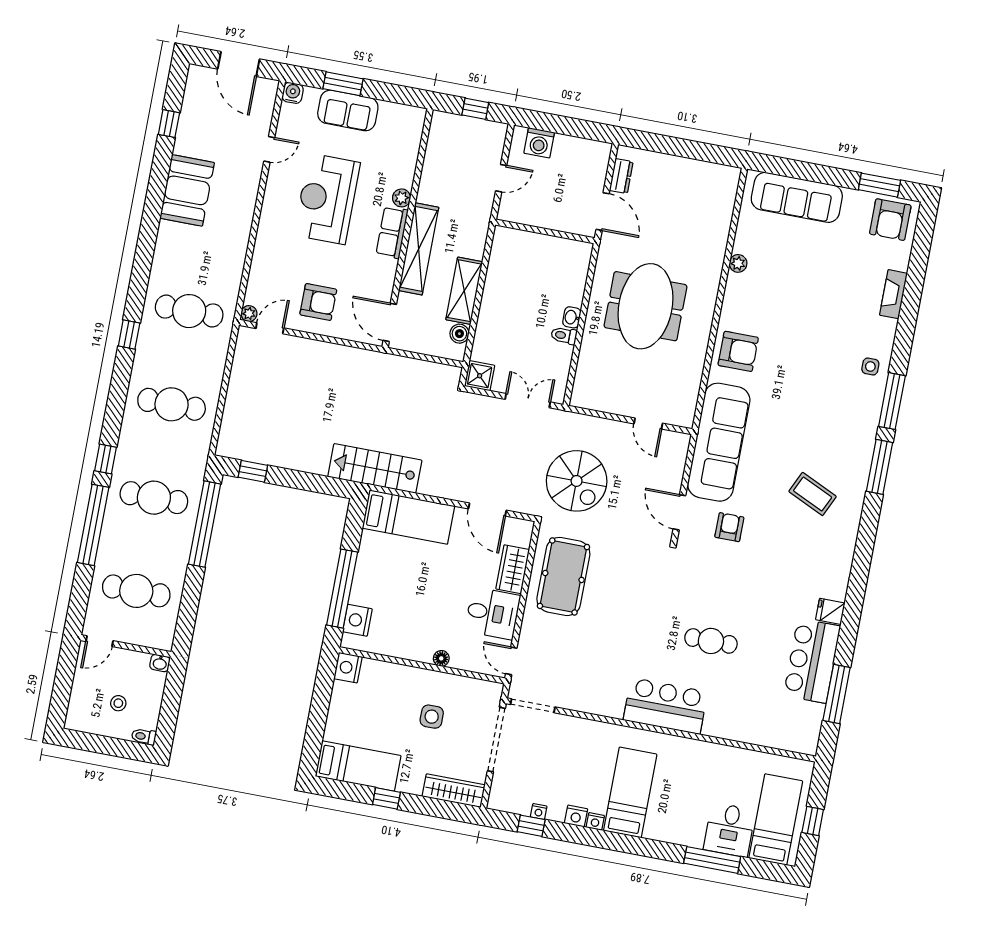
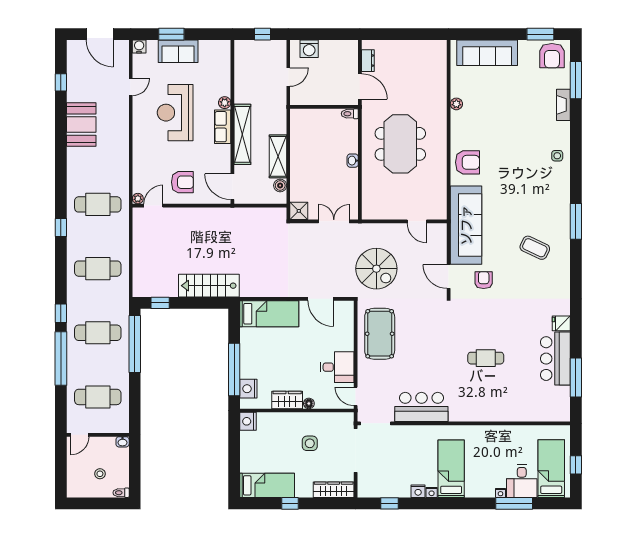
toilet: (564, 336) -> (350, 114), moved
window: (892, 401) -> (576, 80), moved
stairs: (375, 468) -> (209, 286), moved
wardrobe: (513, 569) -> (287, 400), moved, turned 90
bar counter: (665, 706) -> (421, 407), moved
nightstand: (539, 812) -> (500, 493), moved

